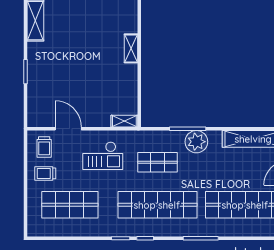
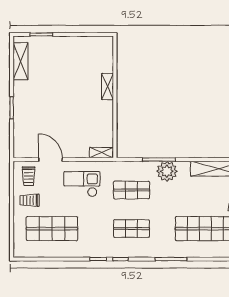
checkout: (103, 156) -> (82, 184), turned 180
shop shelf: (157, 205) -> (132, 229), width x0.50, depth x0.74

